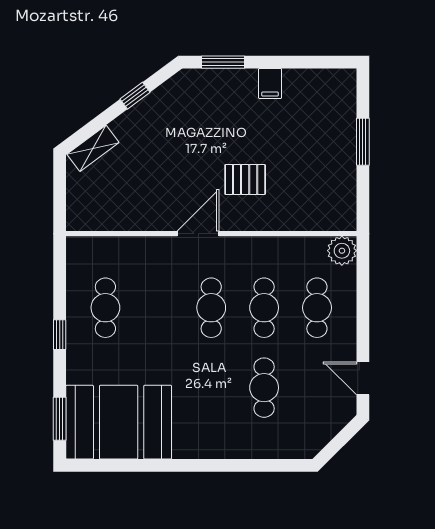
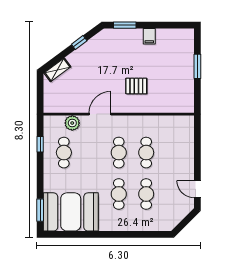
door: (198, 234) -> (100, 114), moved
plant: (342, 251) -> (72, 123), moved
cafe table: (317, 308) -> (119, 194), moved
window: (60, 335) -> (40, 144), moved

